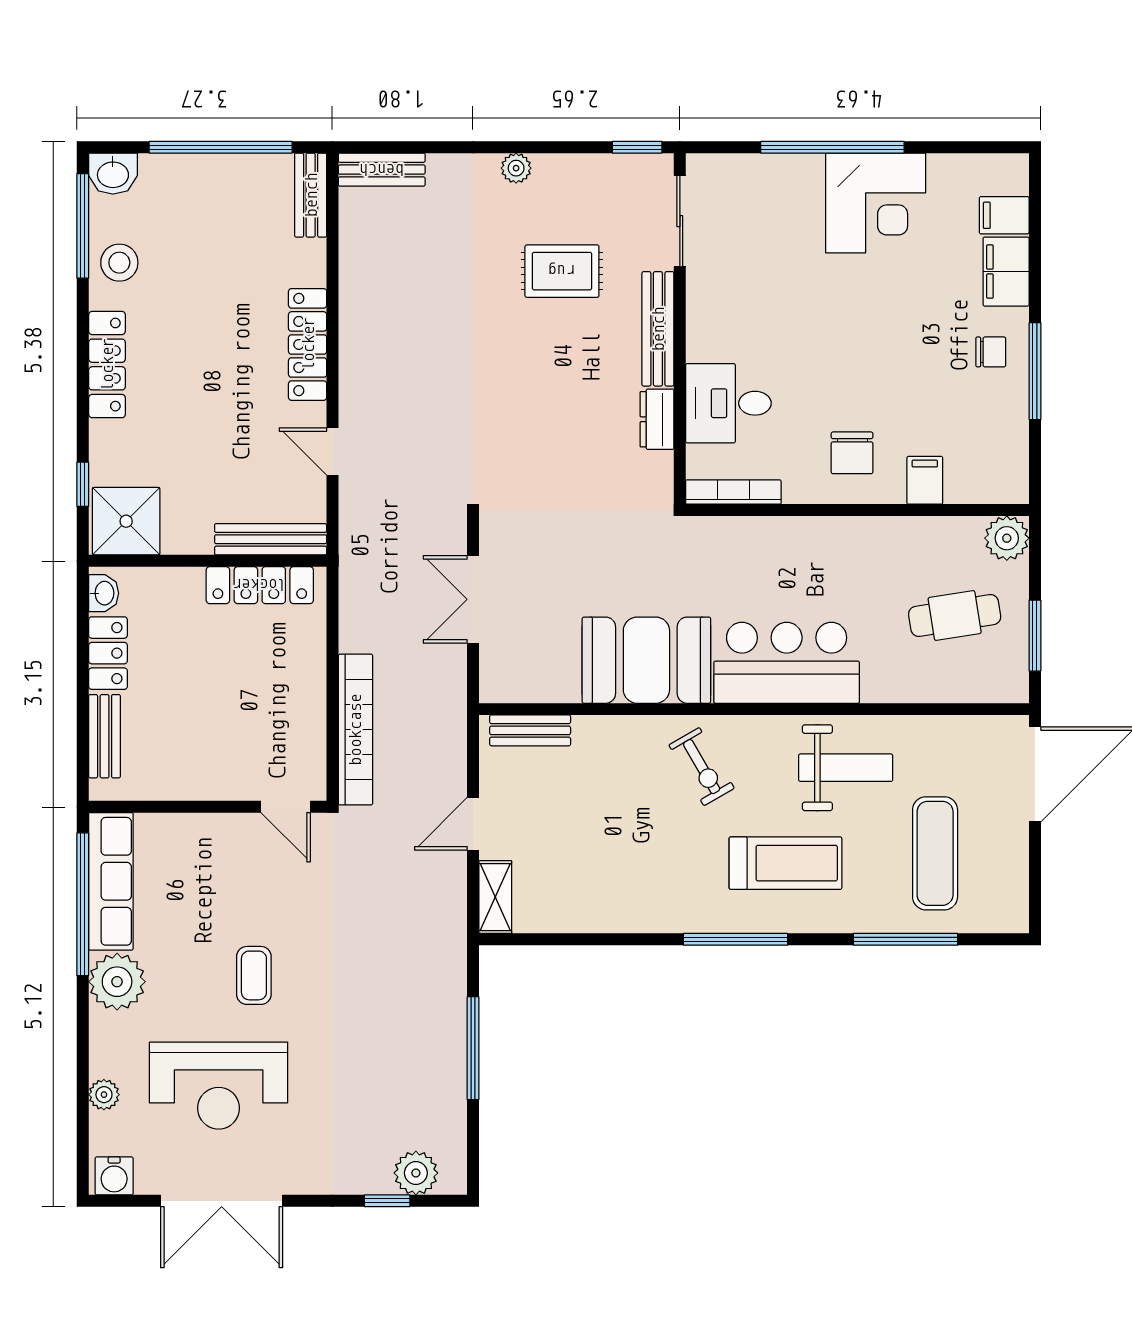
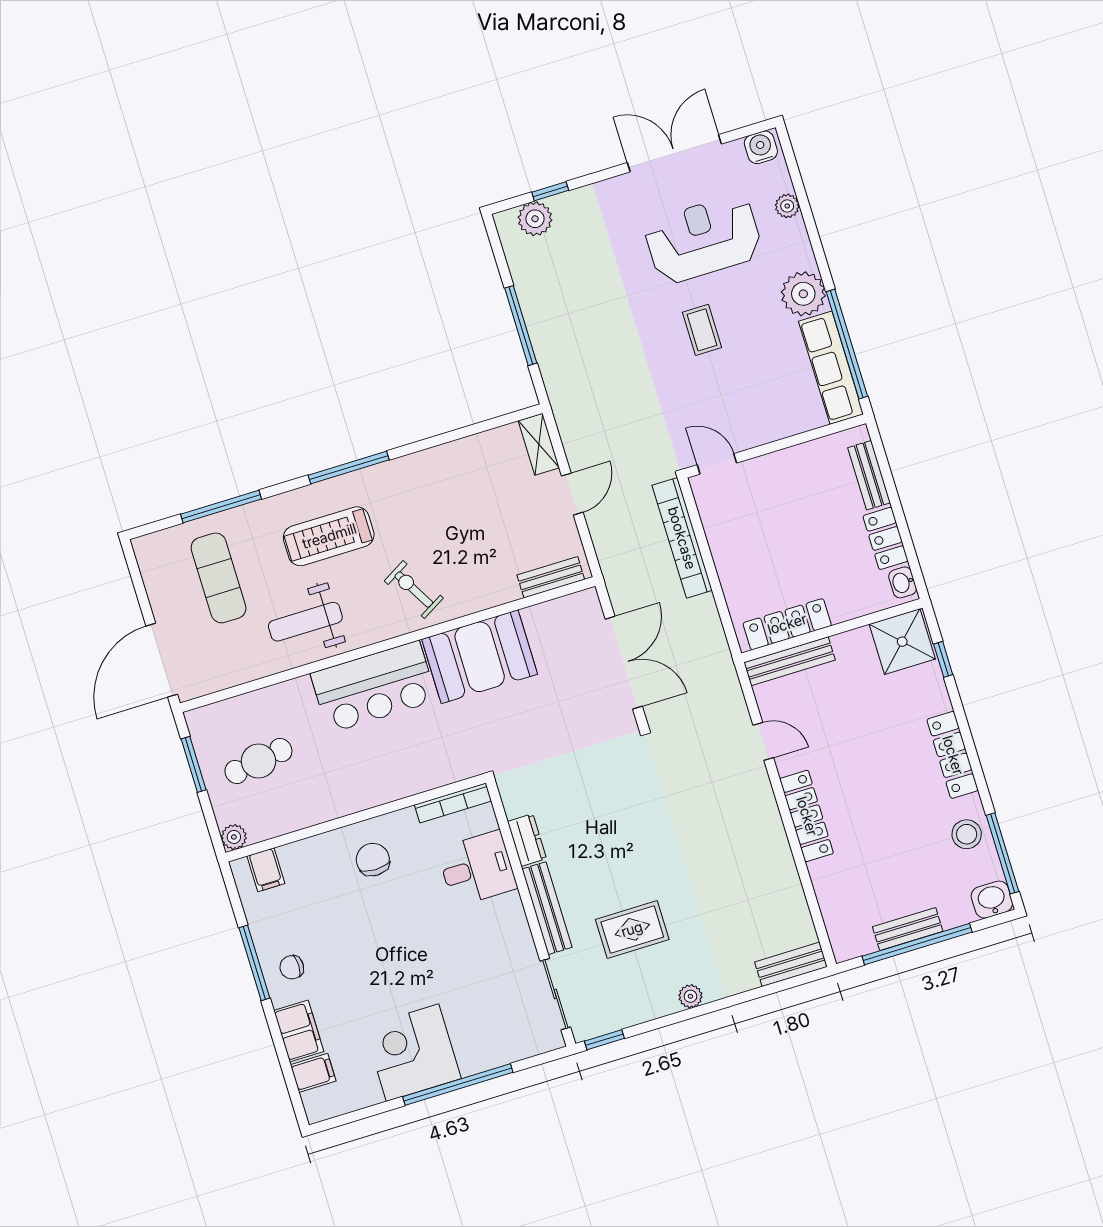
bench: (311, 195) -> (908, 929), moved, turned 90
filing cabinet: (925, 480) -> (266, 870), moved
plant: (1007, 538) -> (234, 837), width x0.73, depth x0.73
double door: (473, 599) -> (624, 663), width x1.37

